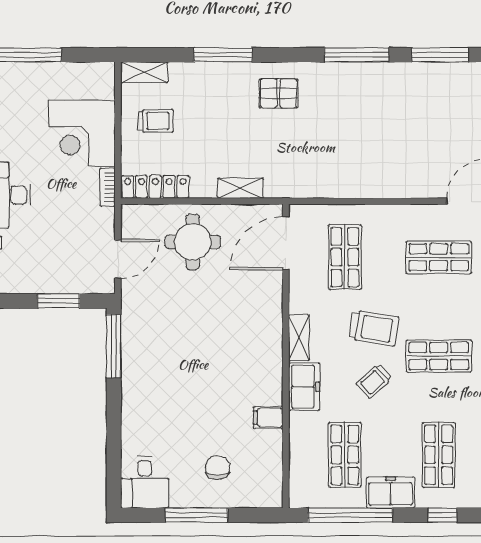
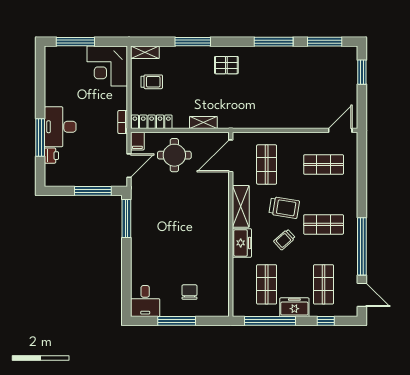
corner desk: (82, 133) -> (107, 66), moved
window: (59, 301) -> (93, 191), width x1.44
shelving: (299, 338) -> (241, 206), width x1.50, depth x1.33
filing cabinet: (268, 417) -> (137, 141), moved, turned -90

